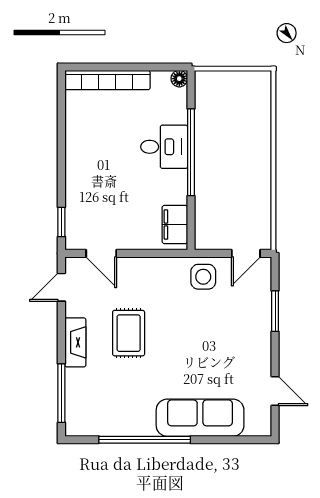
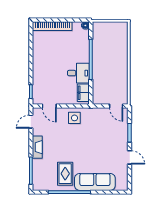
desk: (164, 147) -> (78, 73), moved
door: (246, 253) -> (116, 106), hinge flipped
side table: (203, 277) -> (74, 118), moved
rug: (129, 333) -> (65, 174), moved
door: (275, 391) -> (130, 157), moved

